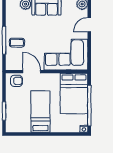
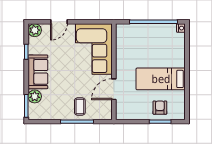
door: (89, 25) -> (59, 22), hinge flipped
armchair: (16, 81) -> (160, 108), moved
bed: (74, 94) -> (139, 40), removed

